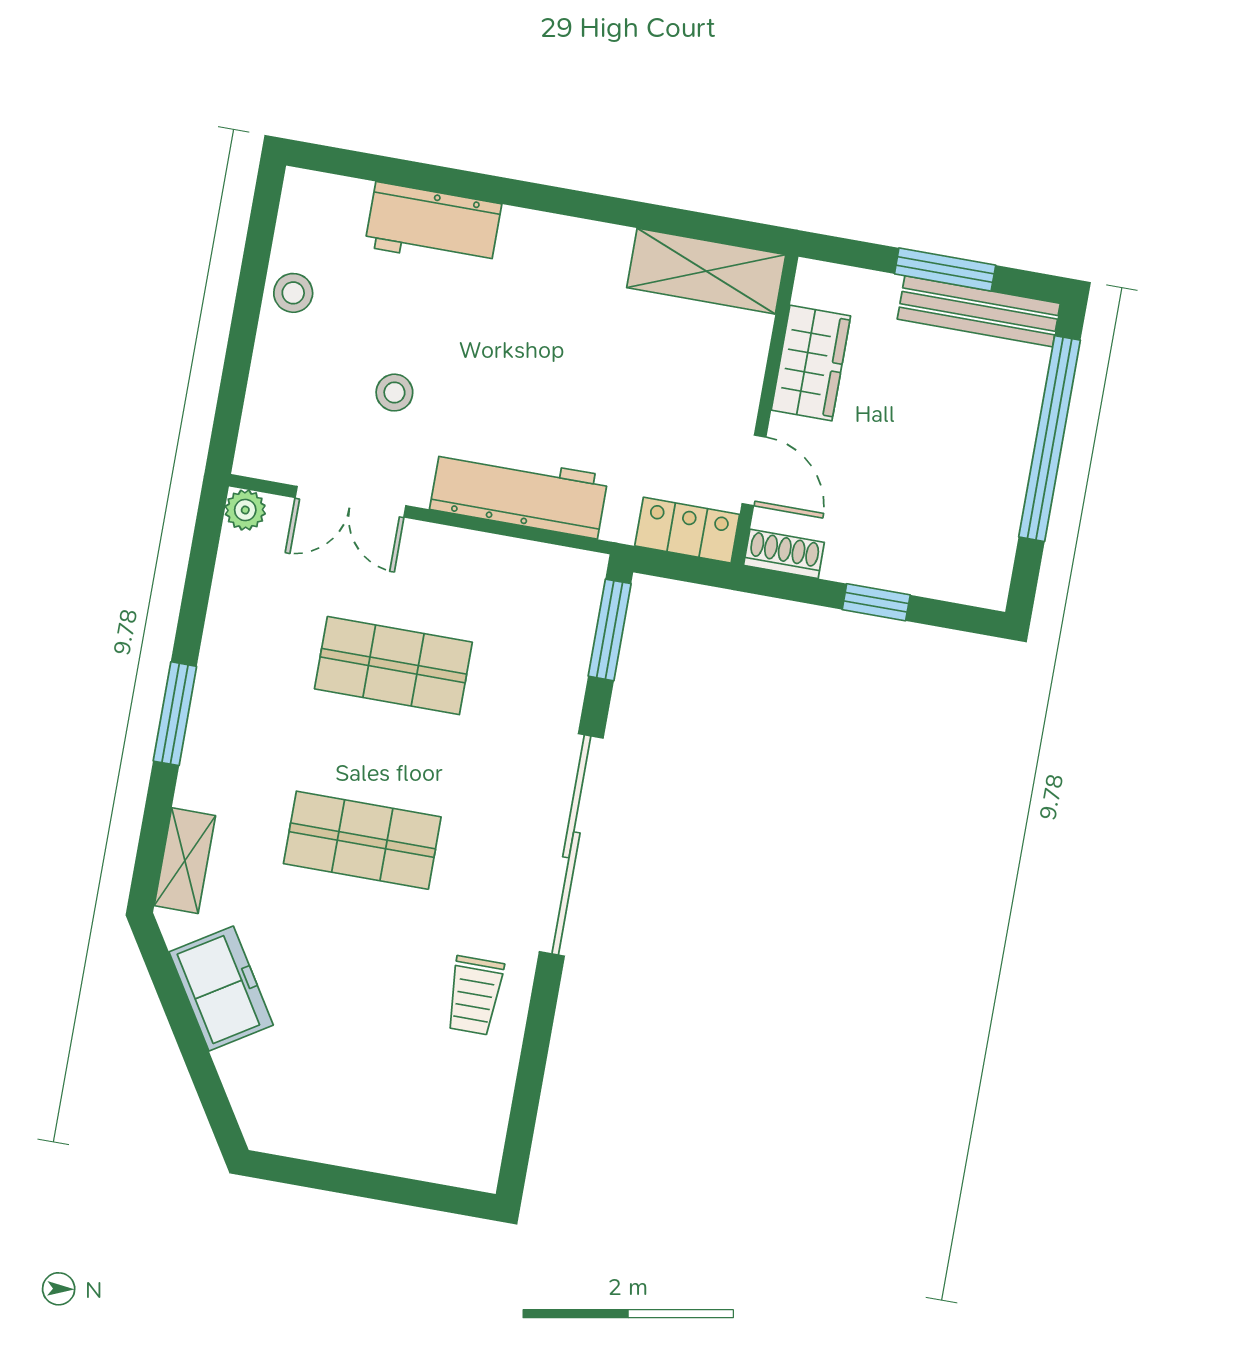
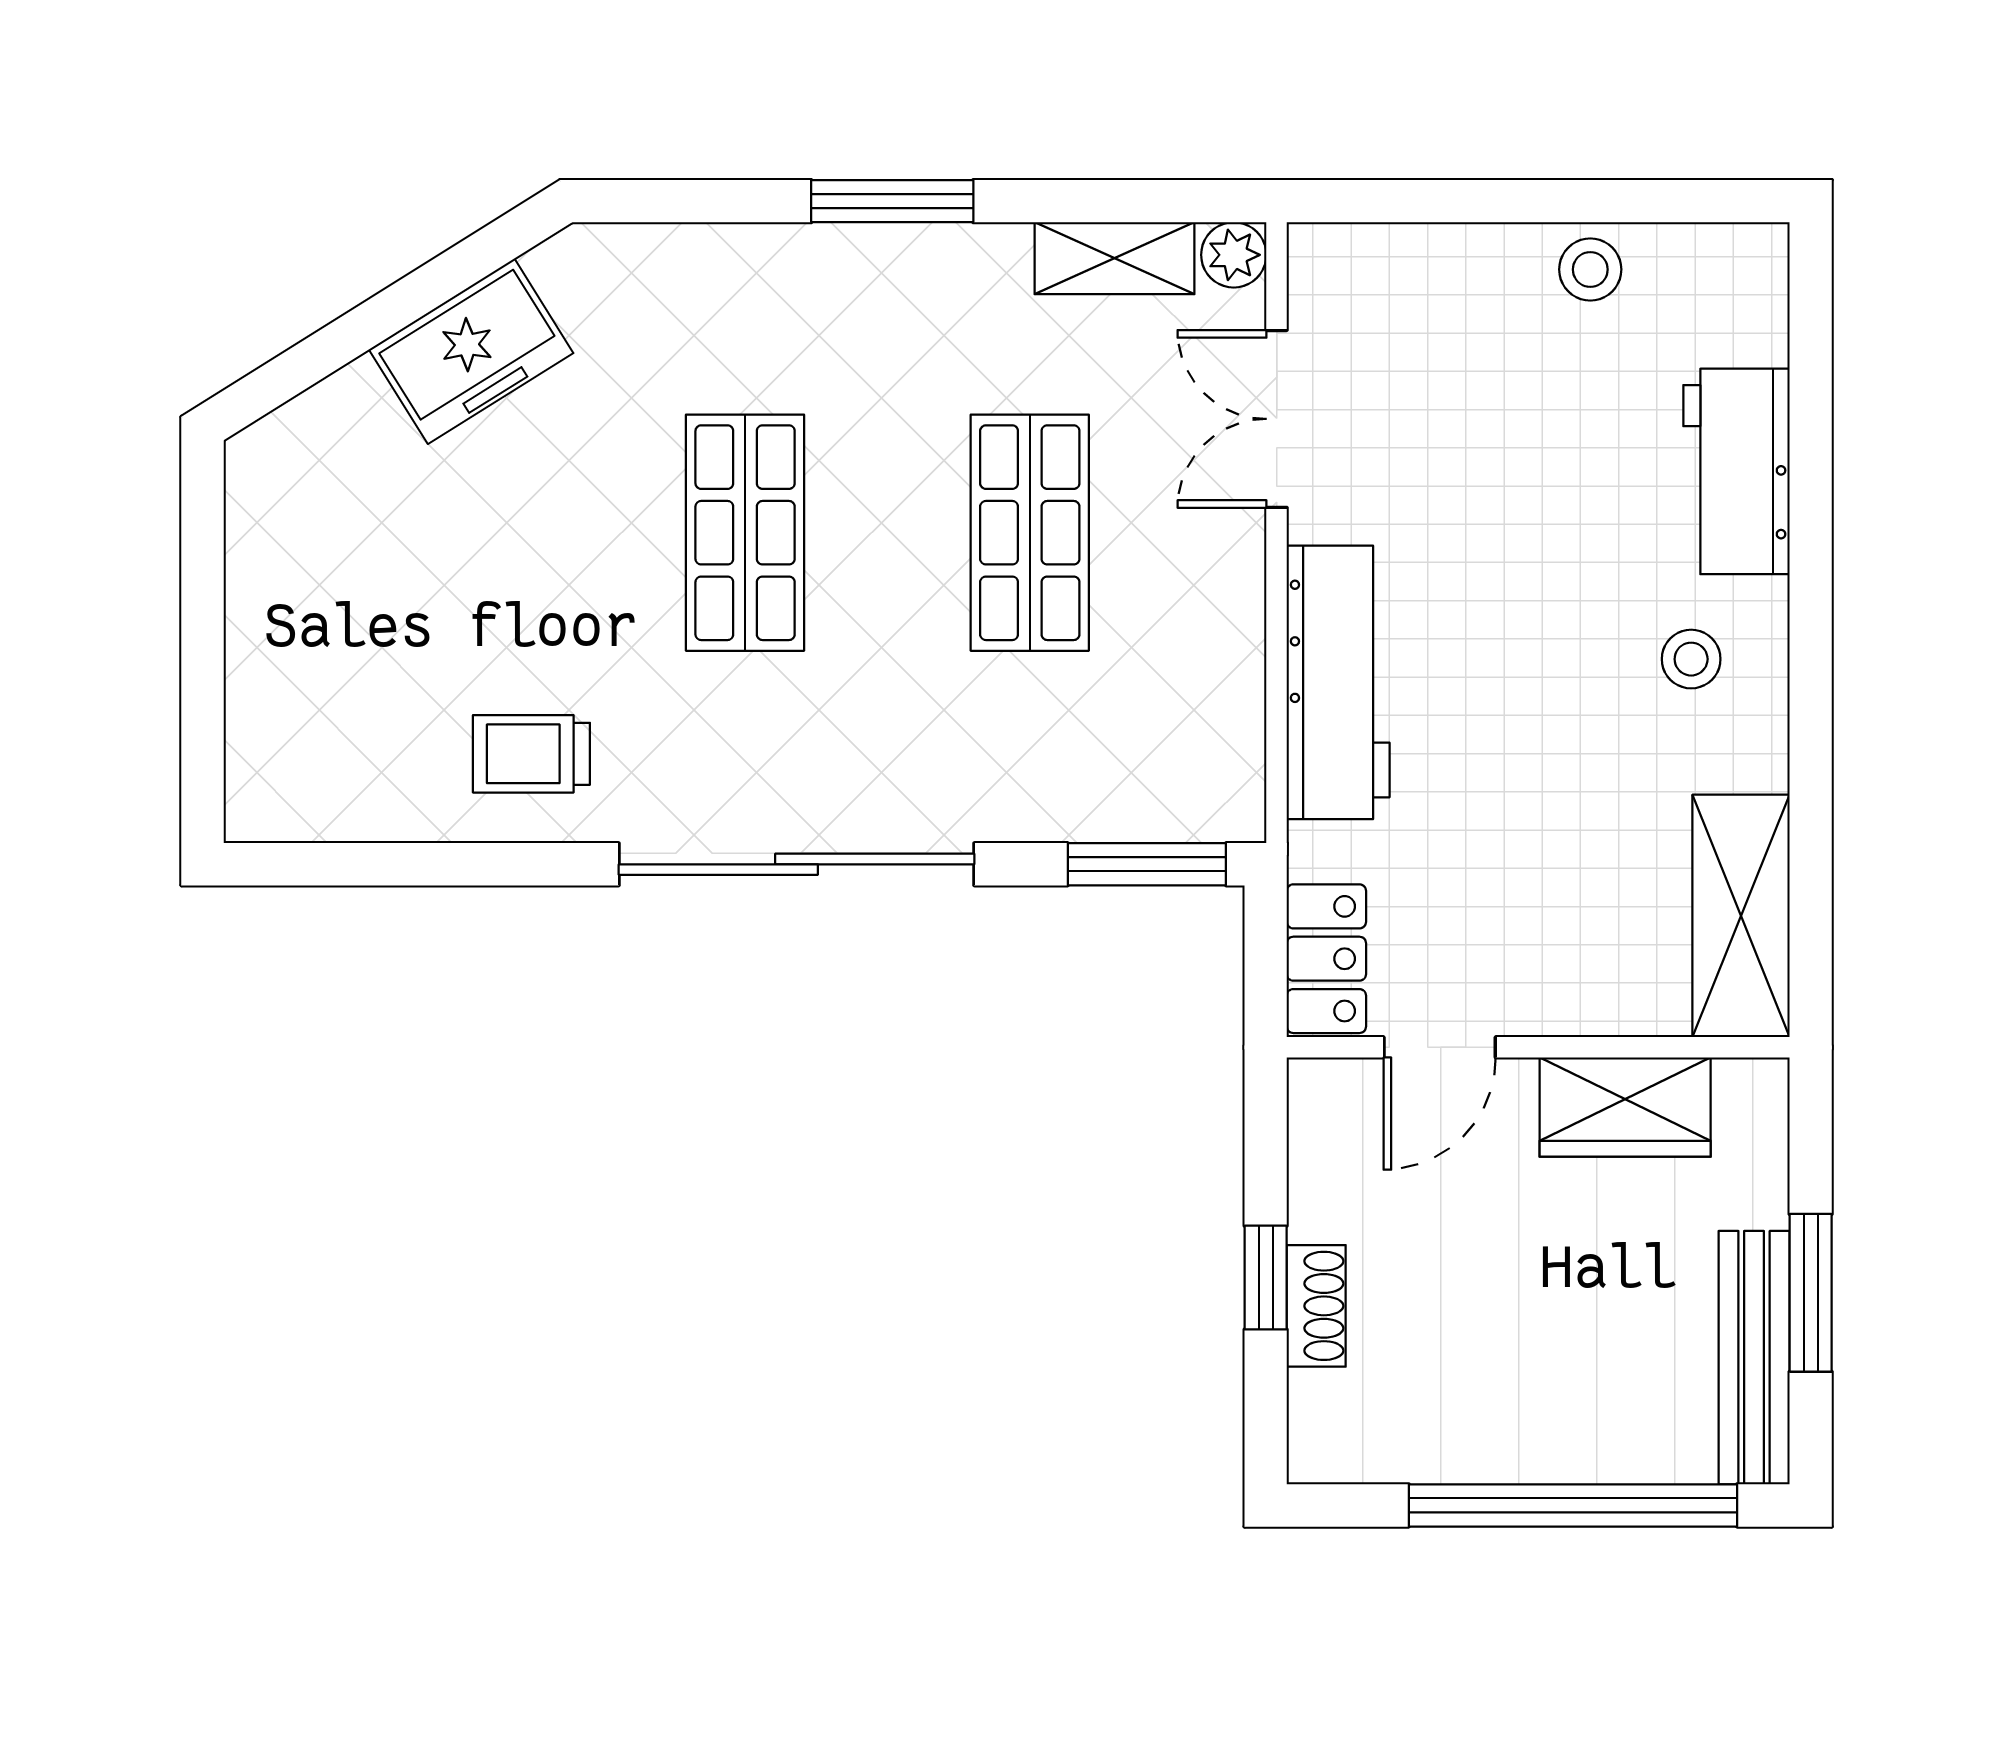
stool: (394, 393) -> (1691, 659), moved
shoe rack: (784, 554) -> (1316, 1306), moved
shelving: (185, 861) -> (1114, 258), moved

